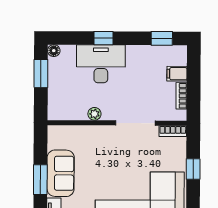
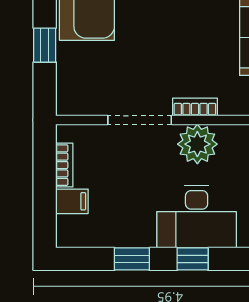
window: (162, 38) -> (132, 259), moved
plant: (94, 114) -> (197, 144), width x1.88, depth x1.88
bookcase: (173, 131) -> (195, 107), moved

